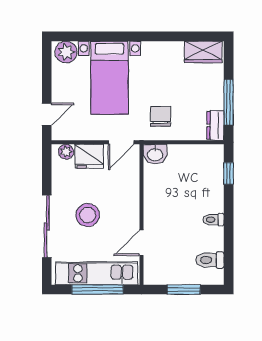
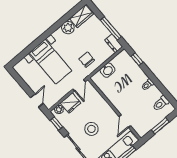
plant: (66, 52) -> (68, 28), moved
washbasin: (155, 154) -> (107, 70), moved
window: (47, 168) -> (56, 124), added

